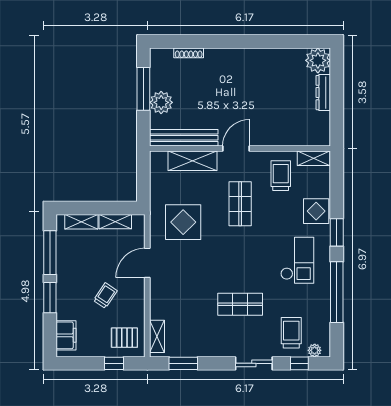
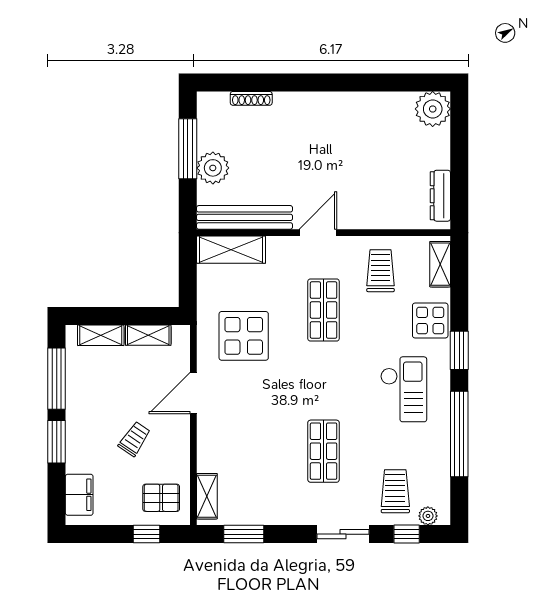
dresser: (323, 93) -> (440, 196), moved
shelving: (314, 158) -> (440, 264), moved, turned 90
shelving: (192, 161) -> (231, 250), moved
shop shelf: (240, 304) -> (324, 451), turned 90

